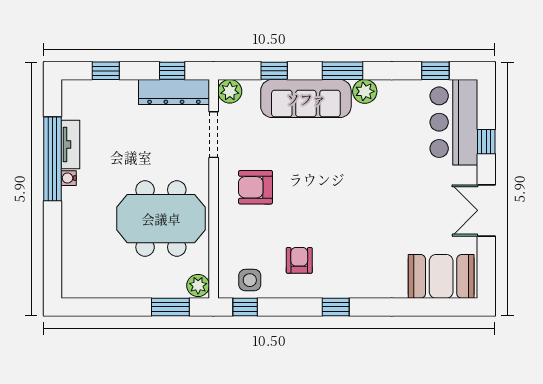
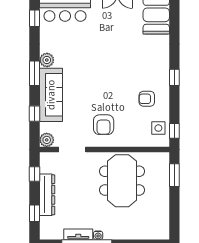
dresser: (174, 92) -> (47, 195), moved
plant: (198, 285) -> (162, 159), removed

